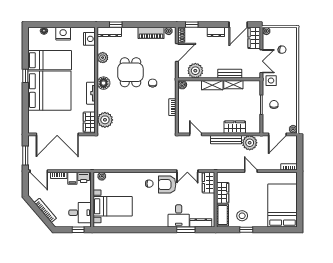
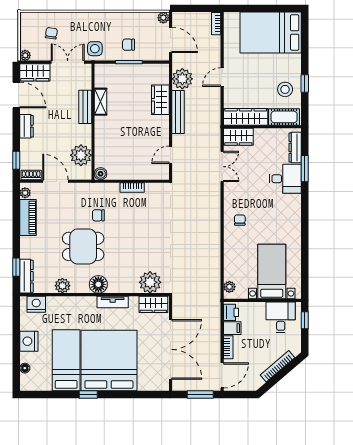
shelving: (212, 85) -> (101, 131), removed
armchair: (167, 185) -> (241, 195), removed
wardrobe: (223, 193) -> (246, 117), width x1.50

